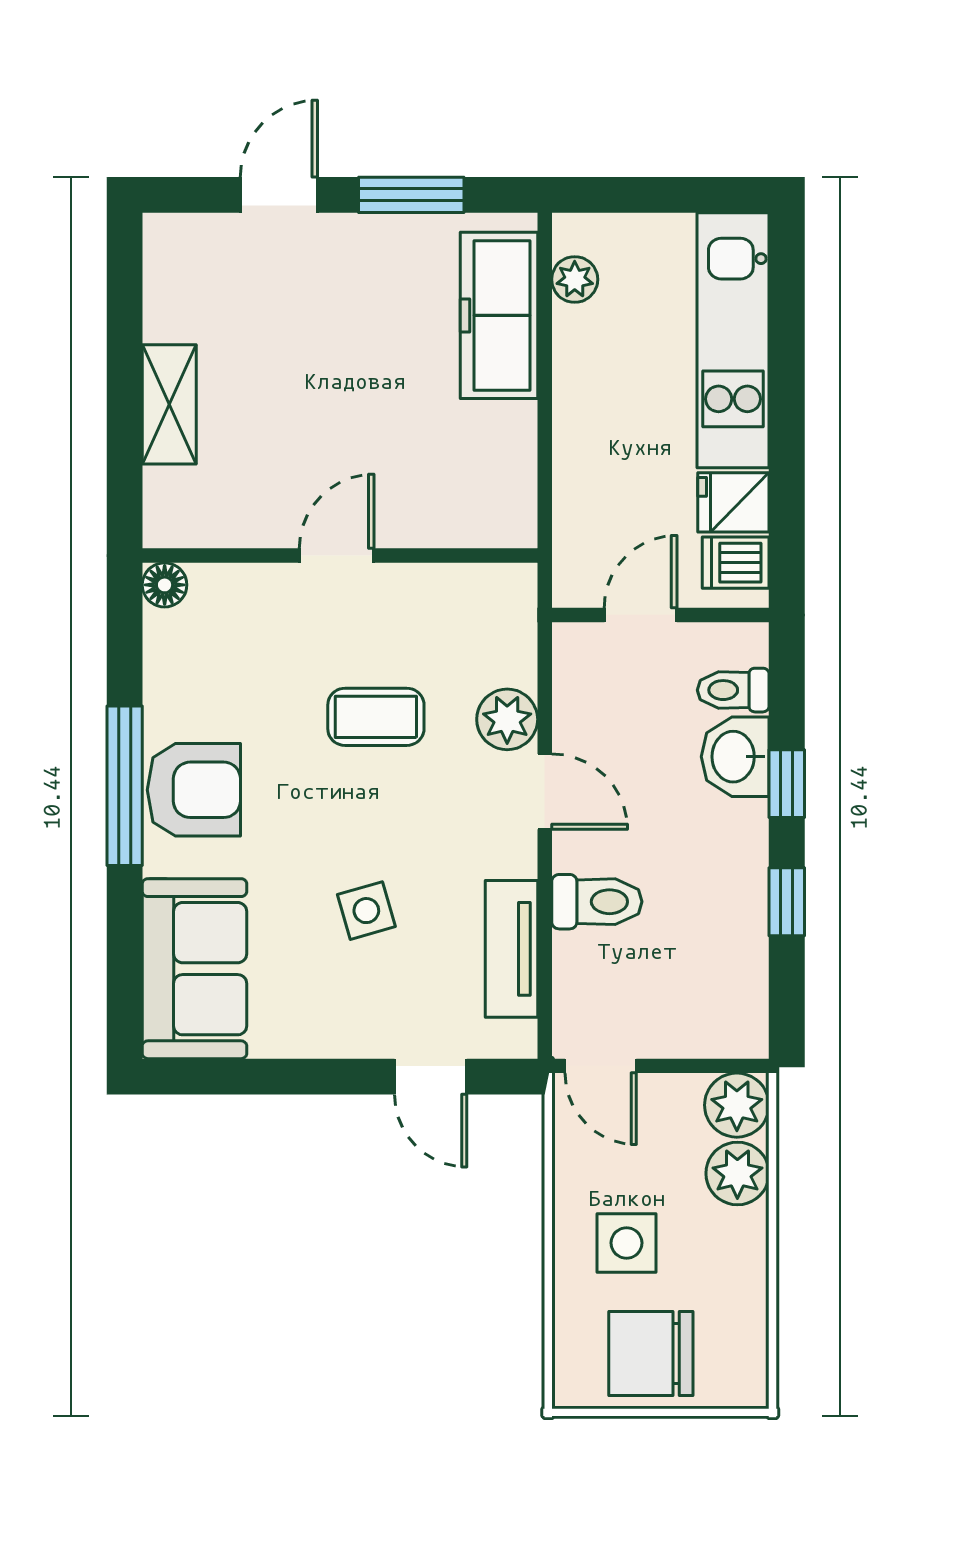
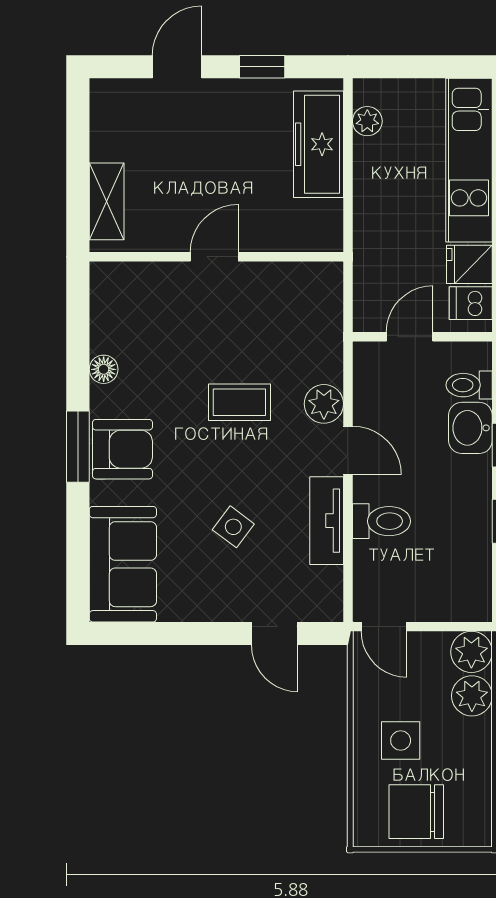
window: (411, 195) -> (262, 67), width x0.67
door: (337, 556) -> (214, 257), moved
wall: (340, 556) -> (216, 257), moved
floor lamp: (165, 585) -> (104, 369), moved
window: (125, 786) -> (78, 447), width x0.69
side table: (366, 911) -> (233, 527), turned -37
tv unit: (511, 949) -> (327, 521), moved

